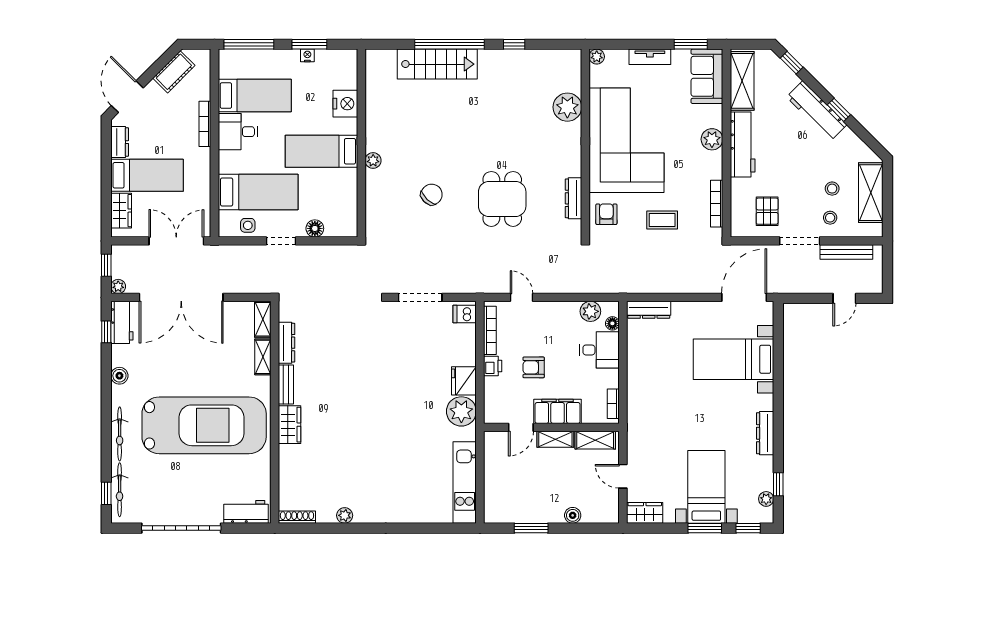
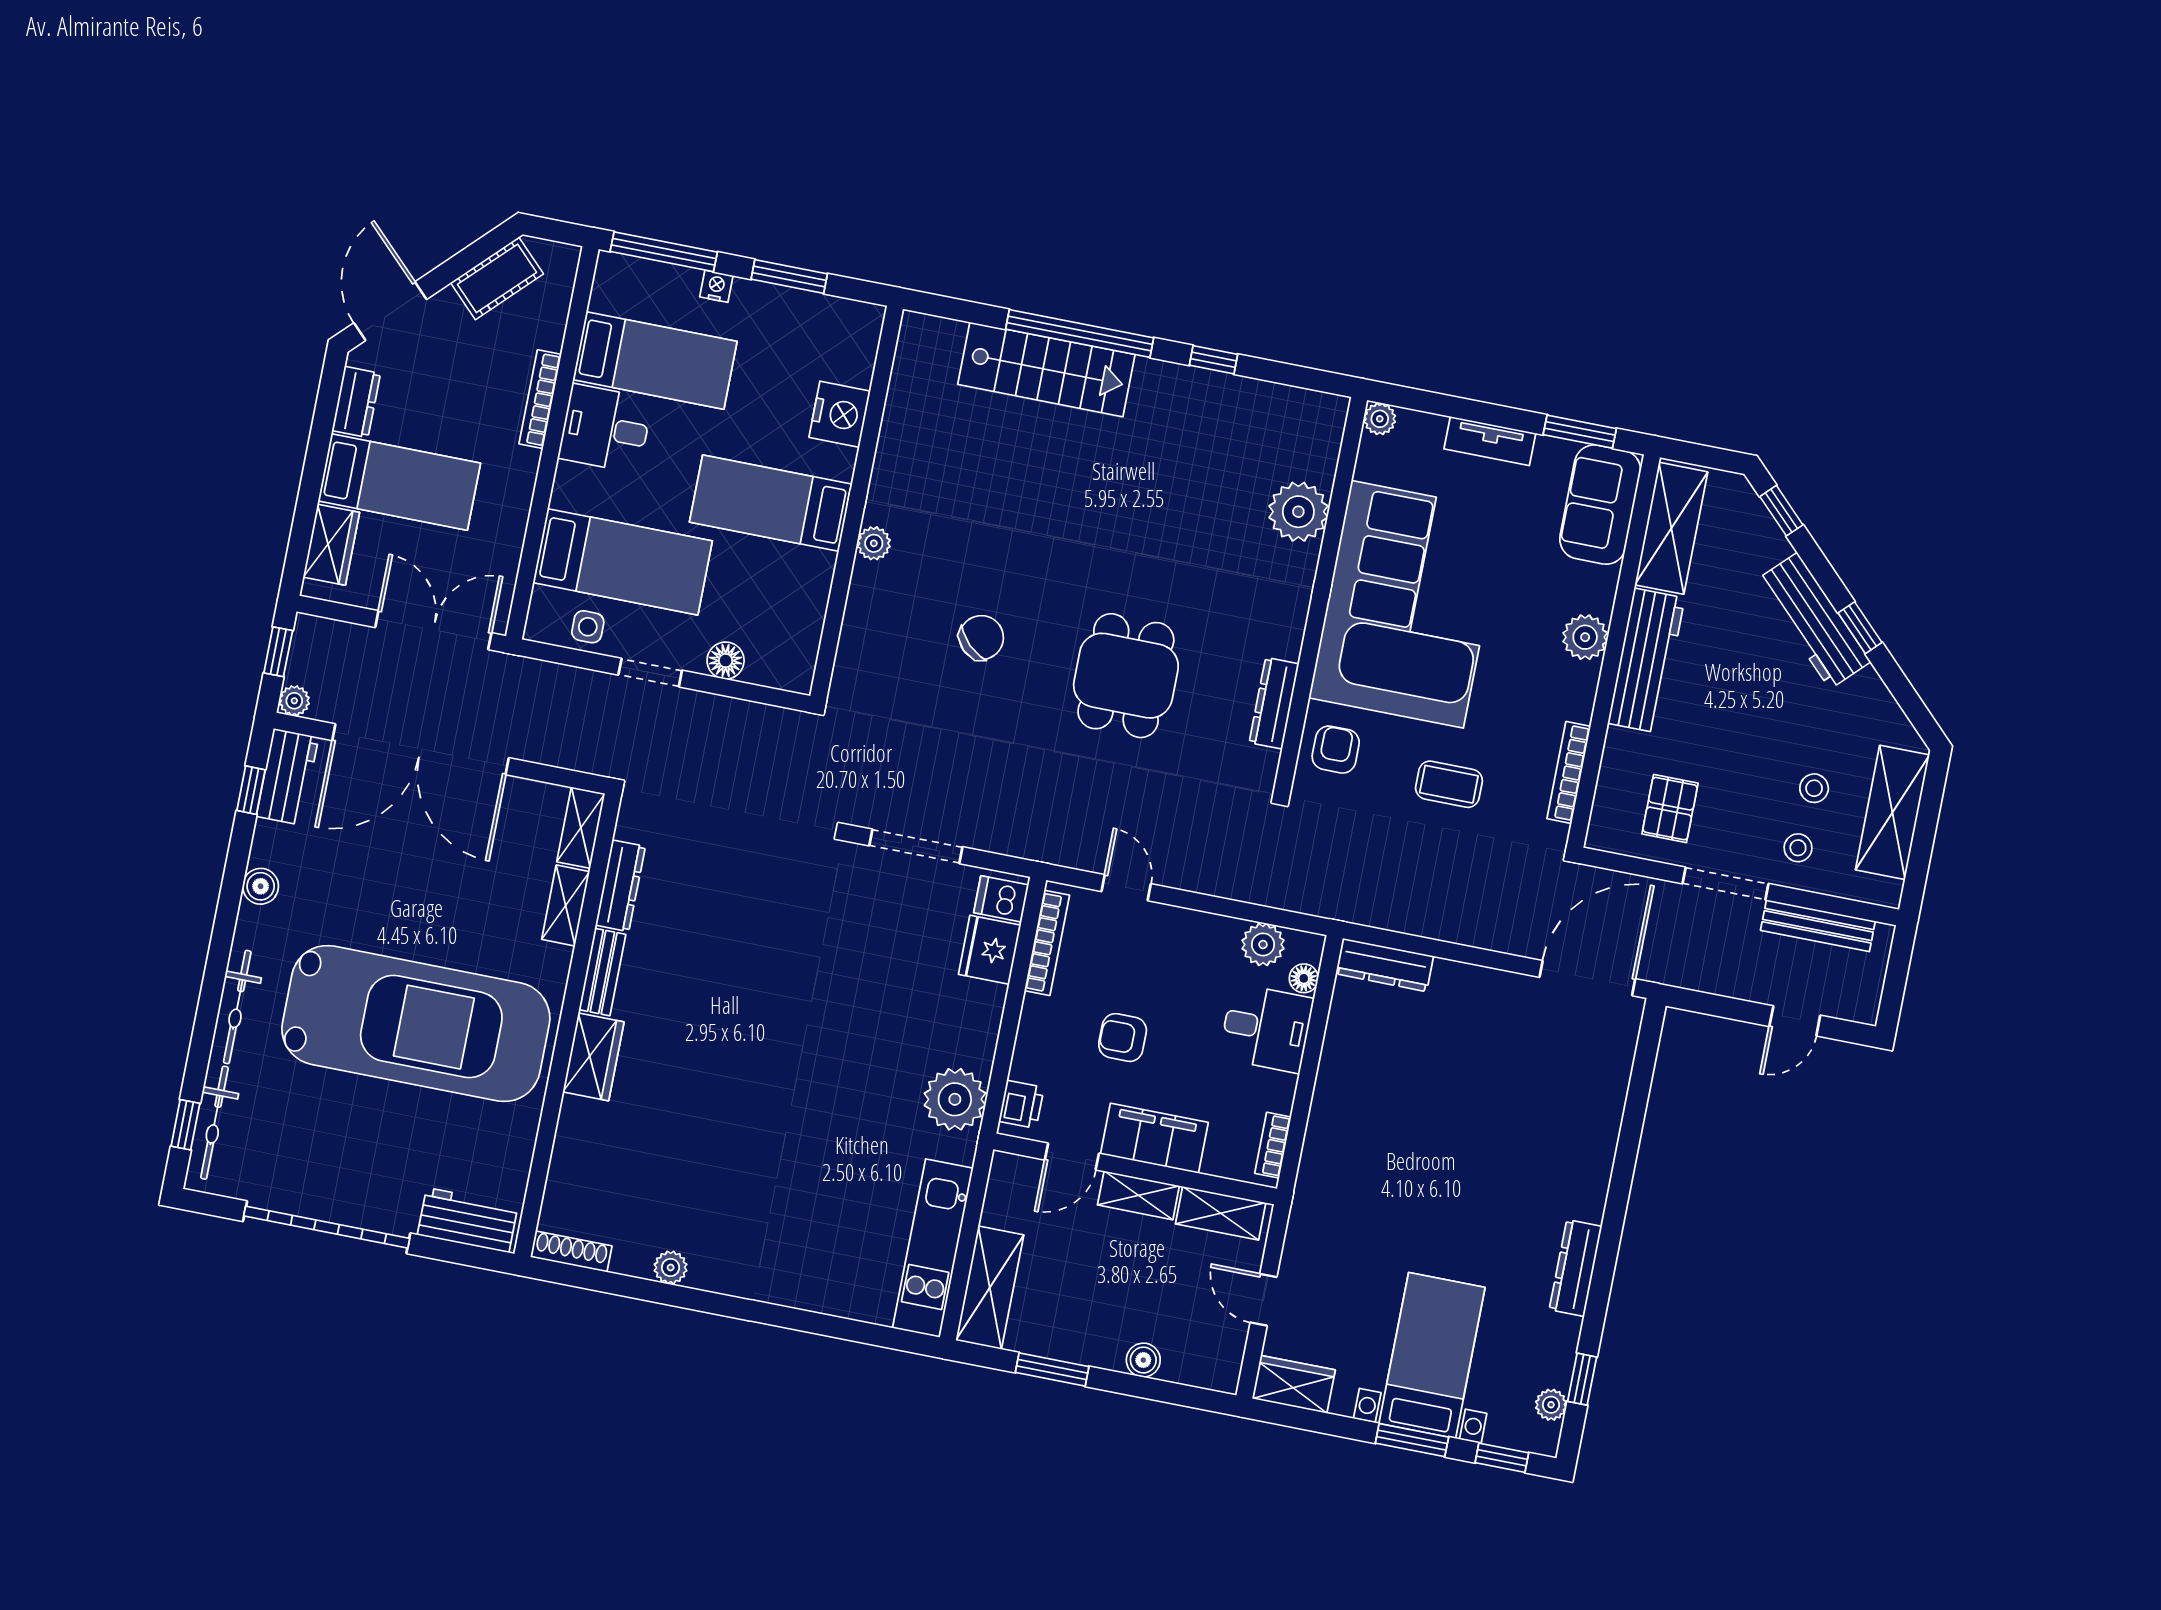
nightstand: (307, 55) -> (716, 286), moved
bed with nightstands: (733, 359) -> (1540, 1102), removed
printer: (493, 366) -> (1021, 1104), moved
fridge: (464, 381) -> (990, 950), moved
shelving: (495, 496) -> (990, 1288), added

